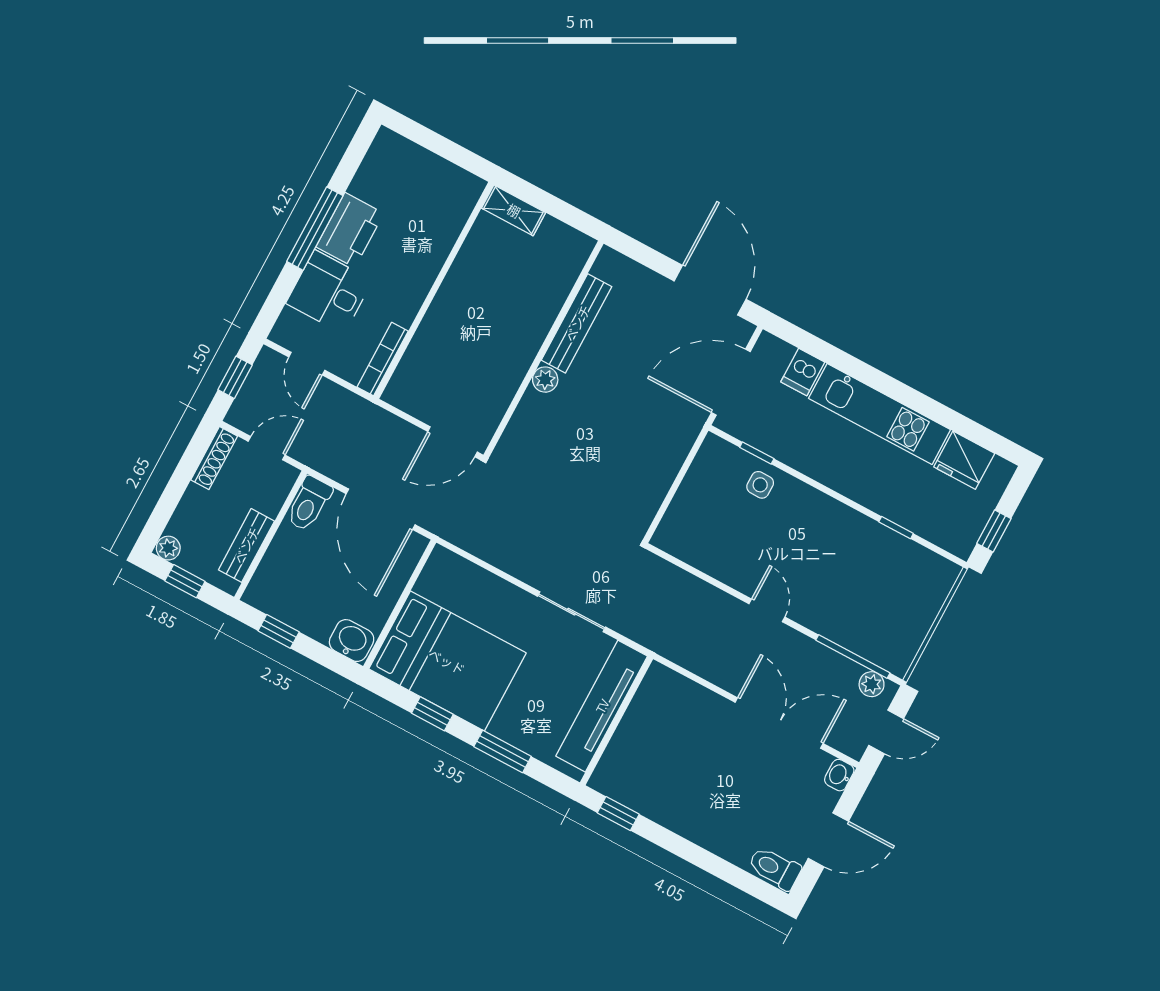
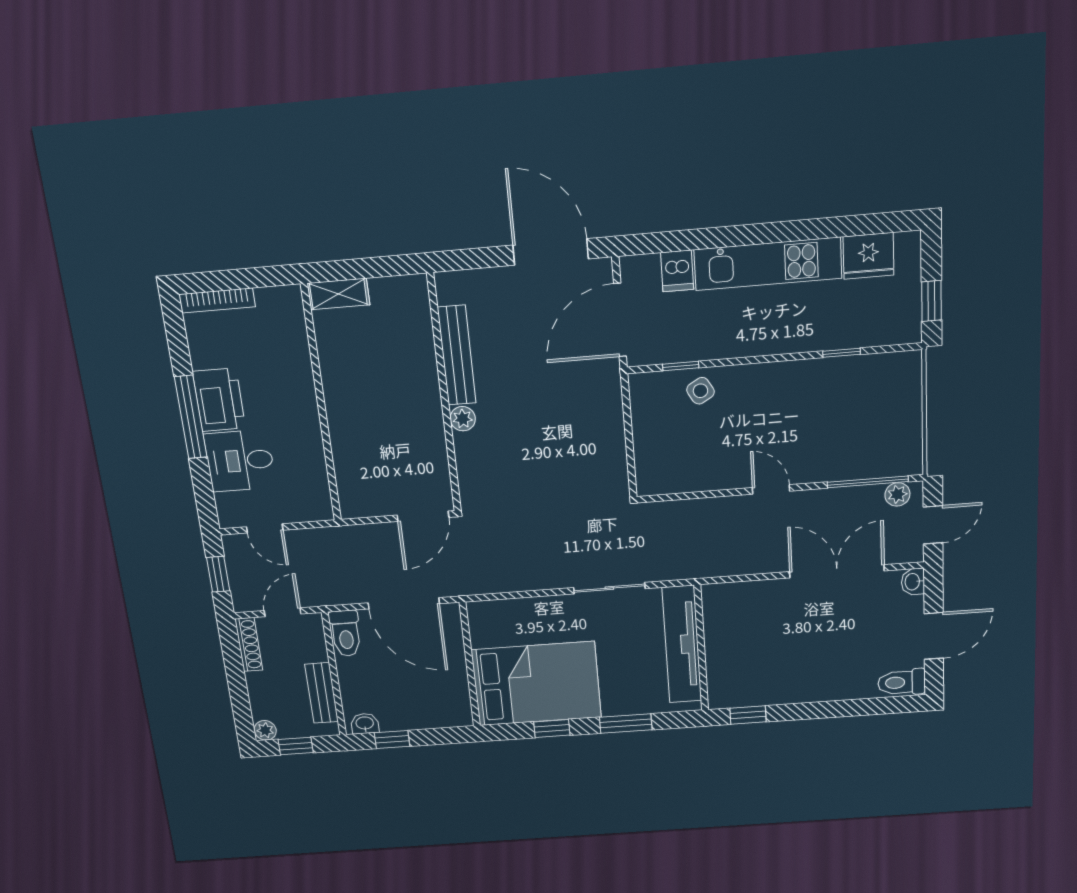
bookcase: (383, 359) -> (217, 301), moved, turned -90
side table: (760, 485) -> (700, 391), turned -30
washbasin: (352, 641) -> (365, 724), moved, width x0.72, depth x0.69

